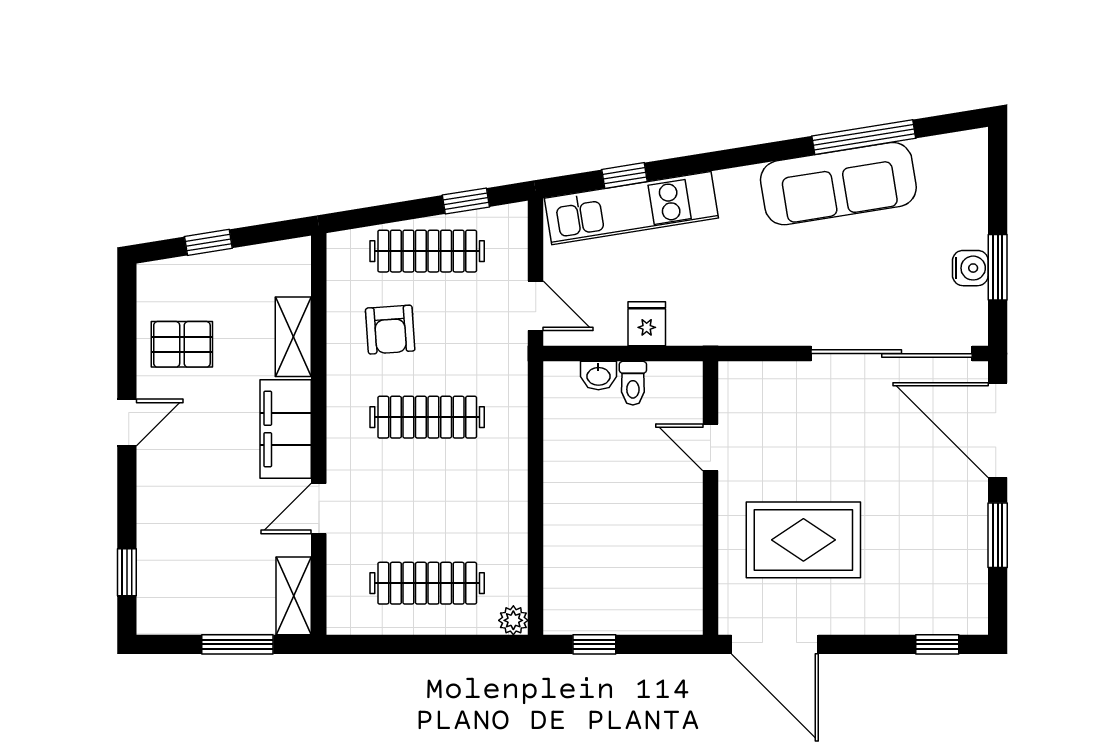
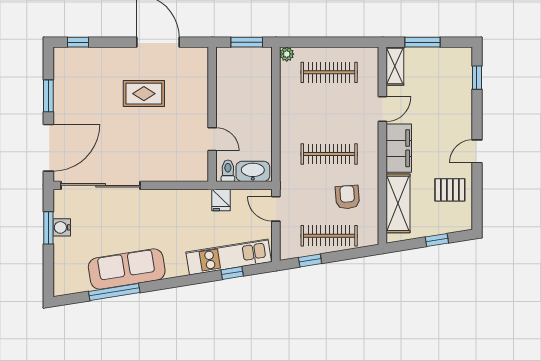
shelving: (293, 337) -> (398, 203), width x1.50, depth x1.33
washbasin: (598, 376) -> (253, 171), width x1.91, depth x1.45
door: (998, 430) -> (48, 148), hinge flipped
door: (710, 447) -> (212, 139), moved
wall: (710, 498) -> (212, 114), moved
rug: (803, 540) -> (144, 94), width x0.73, depth x0.70
window: (594, 644) -> (247, 42), width x1.50

